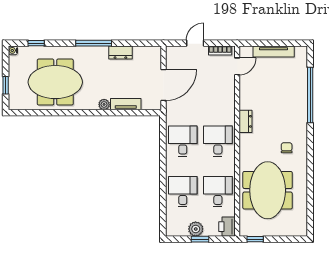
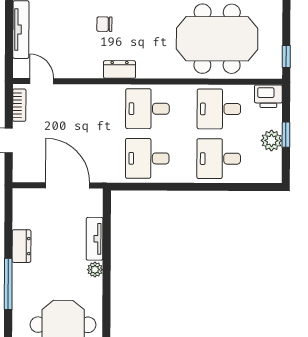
chair: (287, 148) -> (104, 24), moved

